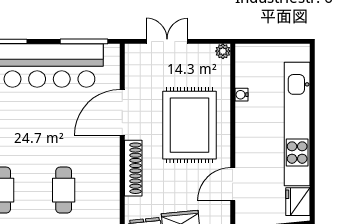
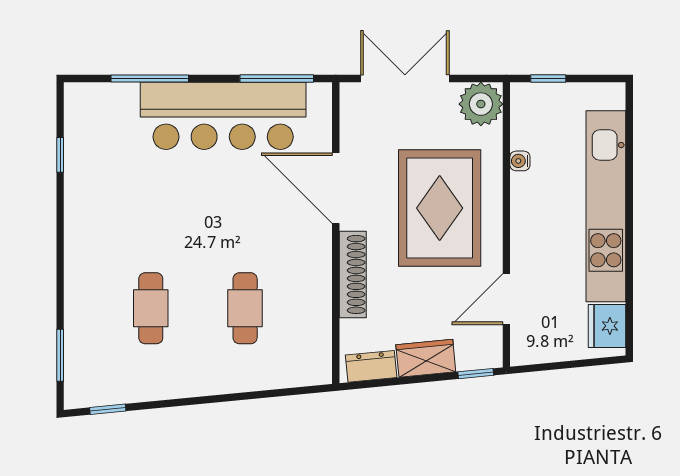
double door: (167, 41) -> (405, 78), width x1.37
window: (260, 41) -> (548, 78), added
plant: (223, 51) -> (481, 104), width x1.88, depth x1.88
door: (122, 112) -> (336, 188), hinge flipped

